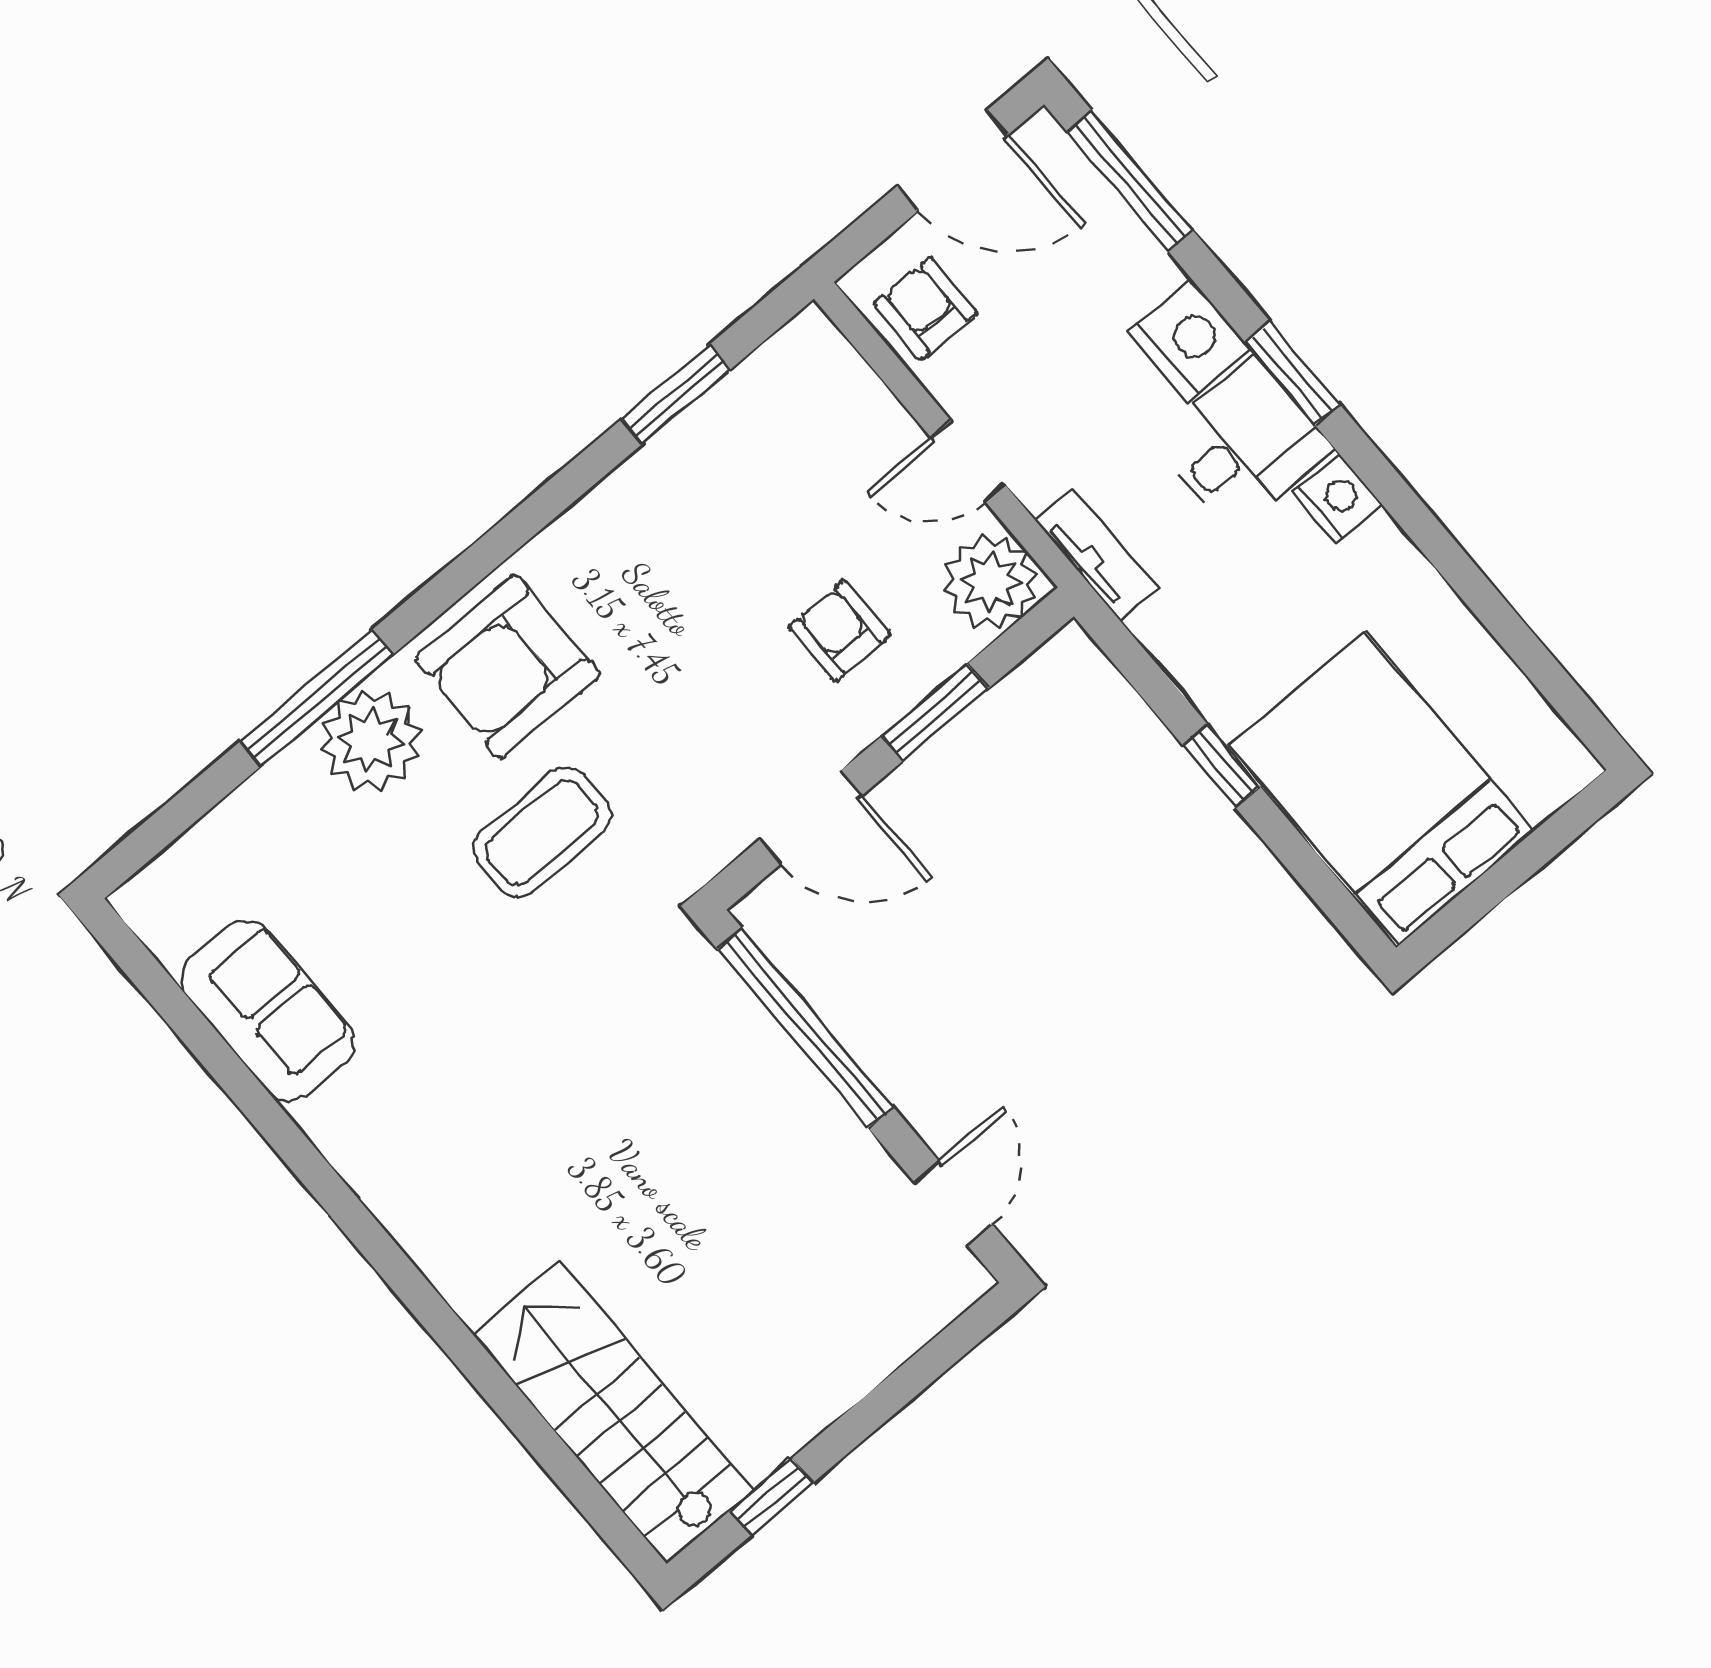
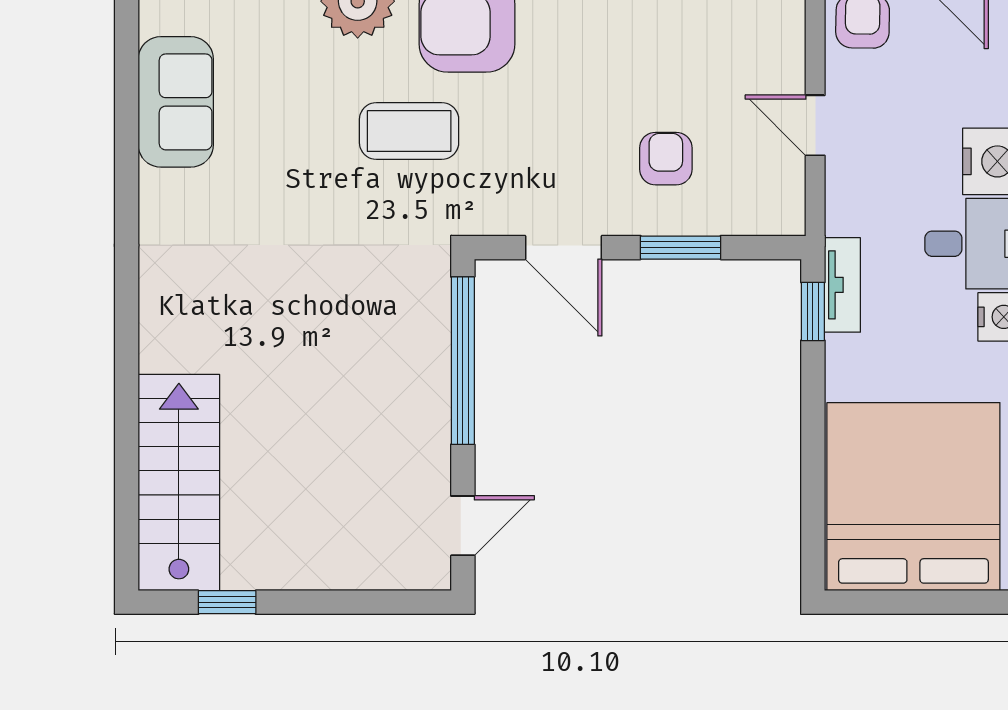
tv unit: (1096, 554) -> (842, 285), moved
plant: (990, 582) -> (772, 202), removed
window: (1221, 766) -> (813, 311), moved
bed: (1382, 789) -> (913, 497), width x1.36

